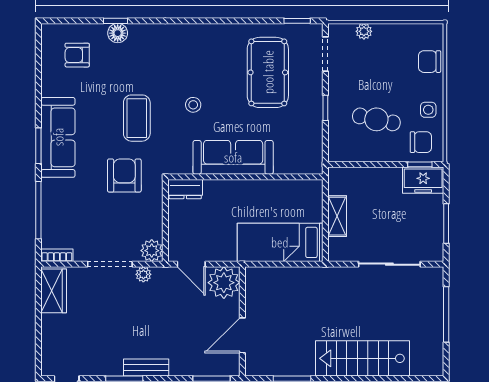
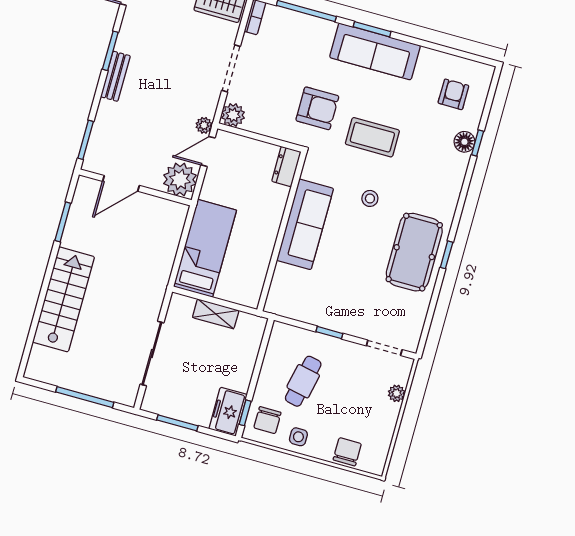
window: (297, 21) -> (447, 255), moved
pool table: (268, 72) -> (414, 252), moved, turned 90
plant: (143, 274) -> (204, 125), moved
door: (242, 335) -> (121, 183), swing flipped

